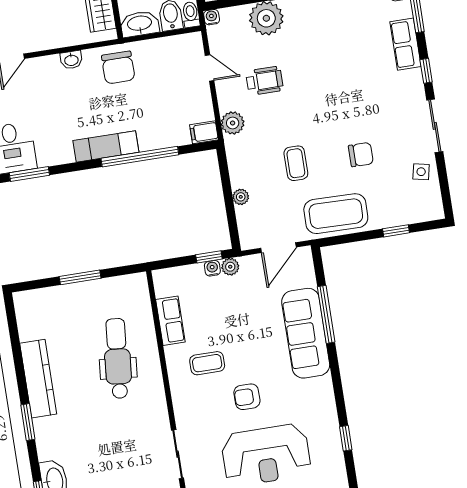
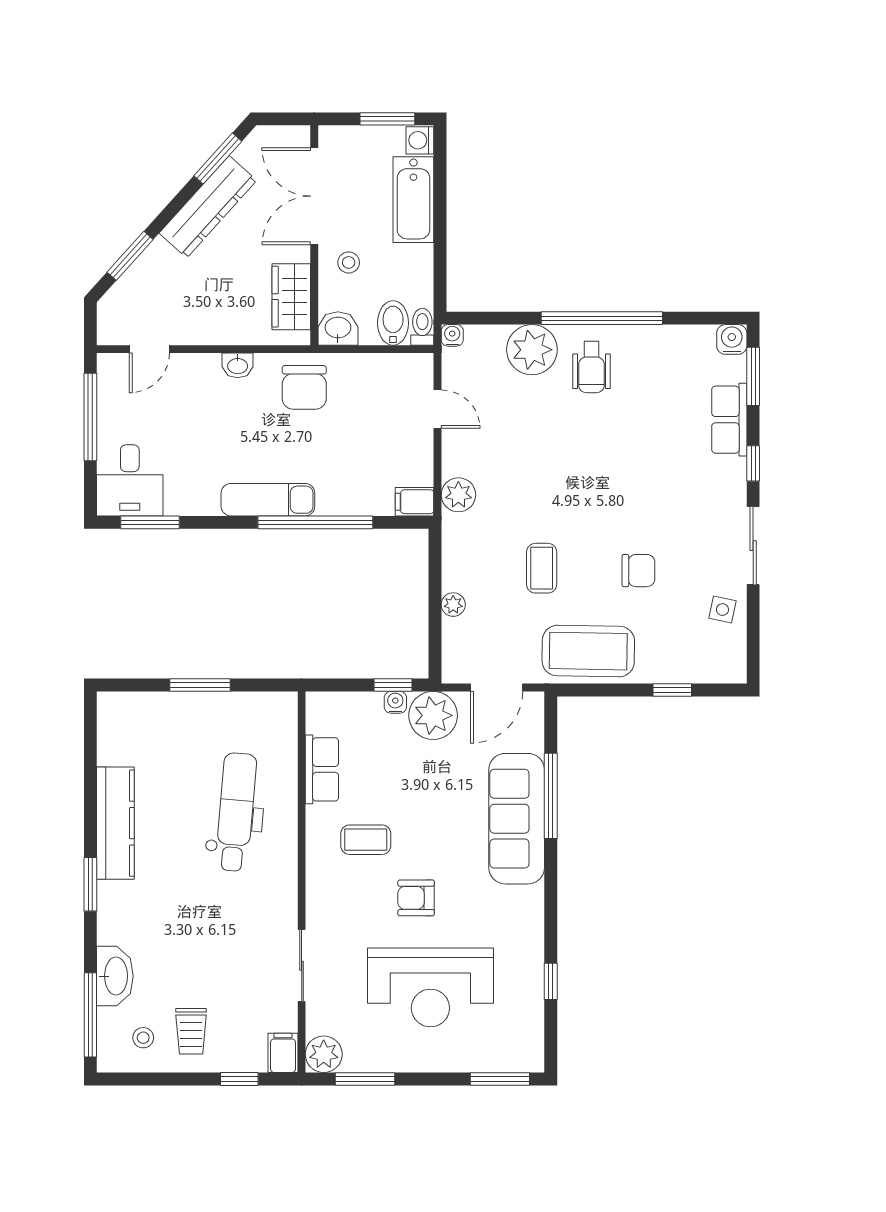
washbasin: (140, 24) -> (338, 328), width x0.72
wheelchair: (264, 81) -> (591, 367), moved, turned 90
plant: (230, 267) -> (433, 715), width x1.87, depth x1.87

